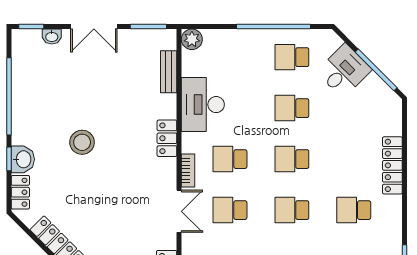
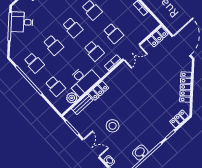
plant: (192, 39) -> (72, 98), moved
school desk: (230, 57) -> (55, 86), added
desk: (344, 71) -> (22, 22), moved
locker: (167, 138) -> (99, 91), moved
stool: (82, 142) -> (113, 126), moved
washbasin: (23, 159) -> (140, 153), moved
double door: (179, 211) -> (131, 52), swing flipped

